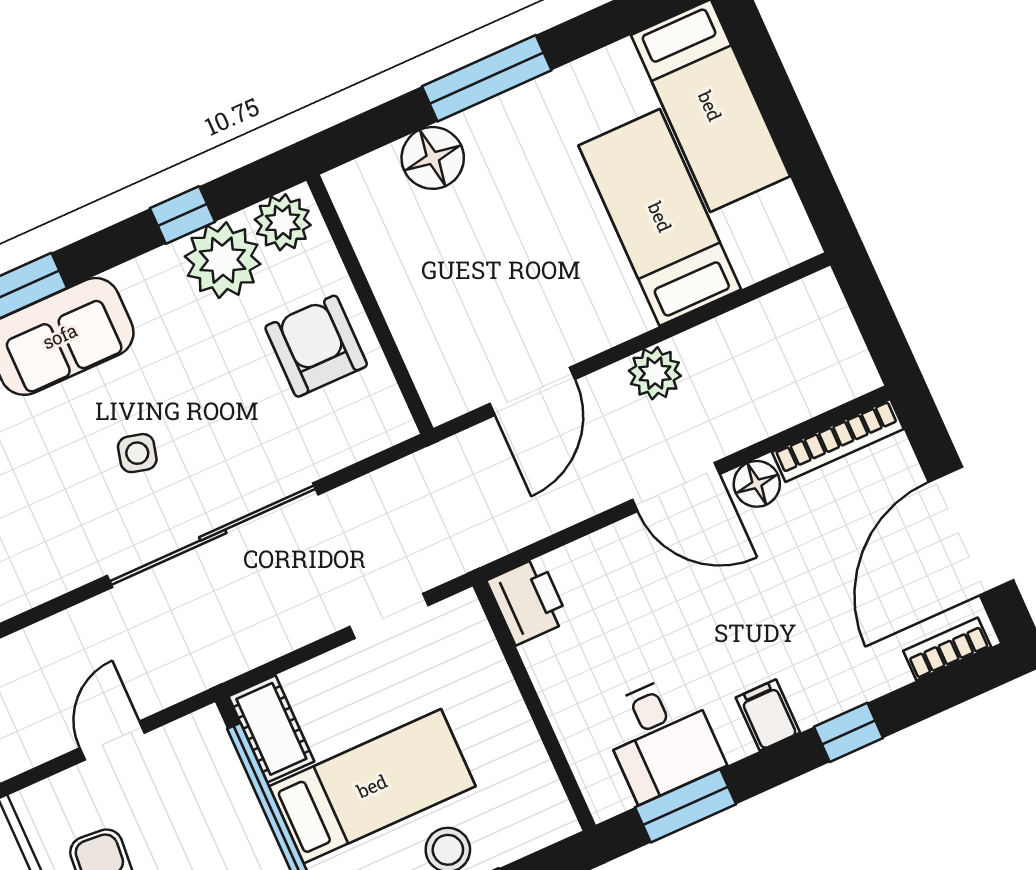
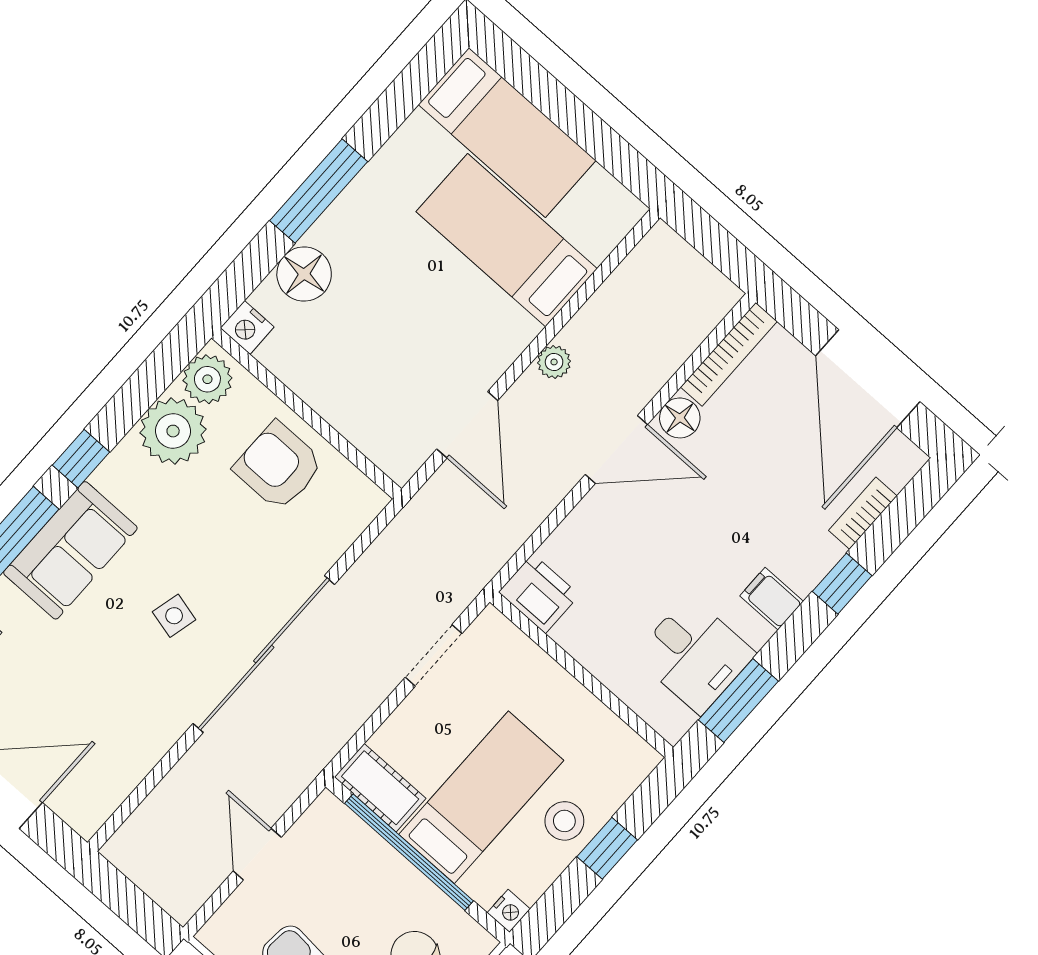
nightstand: (348, 187) -> (247, 327), added
window: (182, 215) -> (81, 459), moved
plant: (655, 373) -> (554, 362), width x0.73, depth x0.73
bookcase: (947, 649) -> (863, 513), moved

